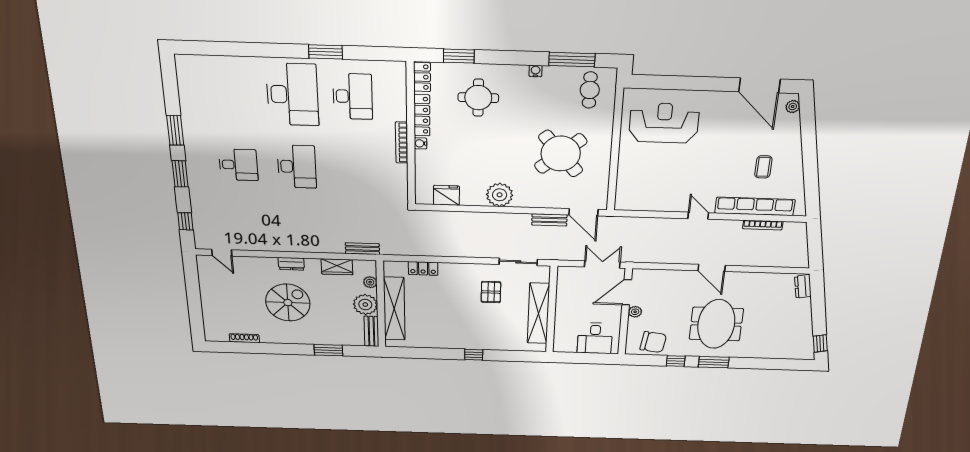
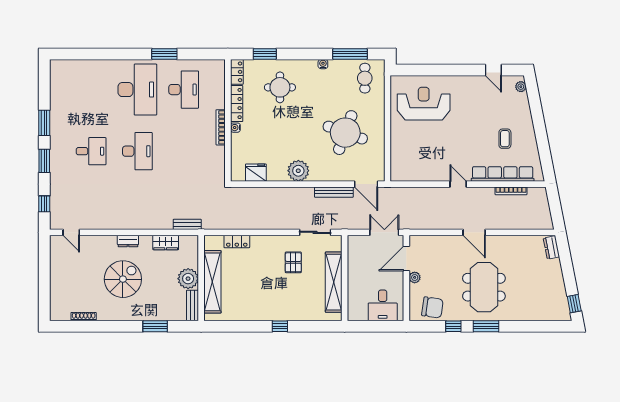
door: (760, 85) -> (493, 70), width x0.53
round table: (561, 154) -> (345, 133), turned -30
bench: (549, 220) -> (334, 192), width x1.36
plant: (370, 282) -> (193, 256), removed

